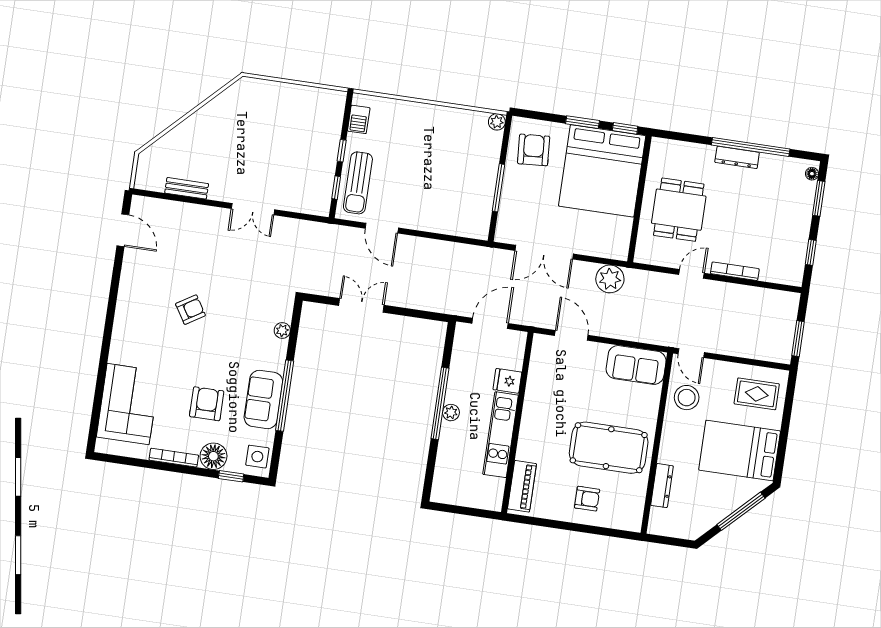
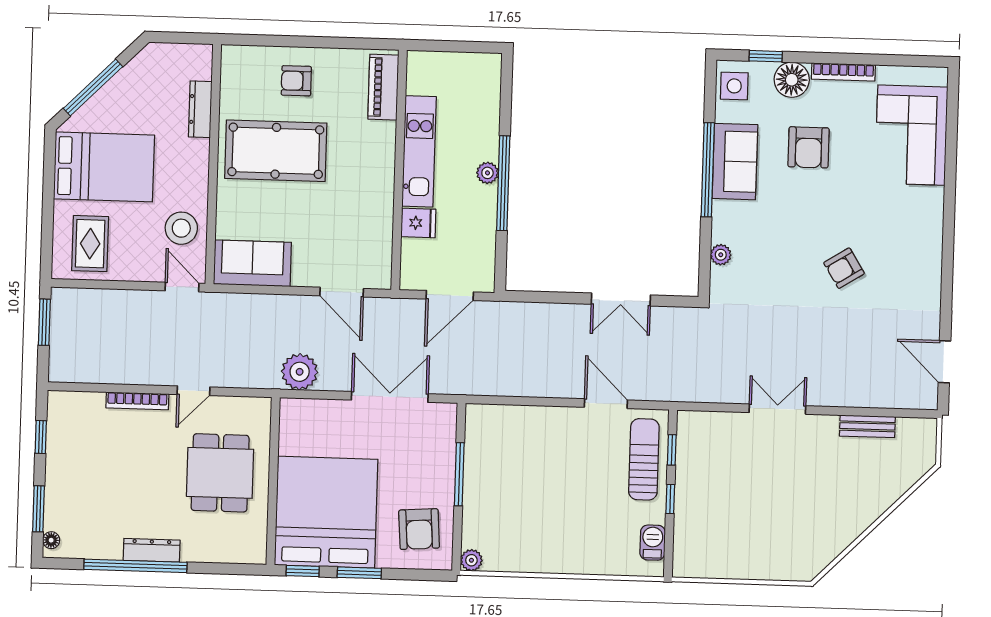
rug: (757, 394) -> (90, 244), turned 90

